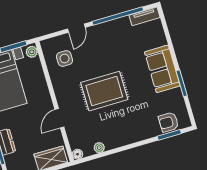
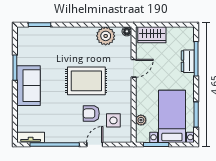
plant: (32, 52) -> (141, 120), moved
armchair: (169, 122) -> (91, 113), moved, turned 180
plant: (99, 148) -> (106, 36), width x1.87, depth x1.87

